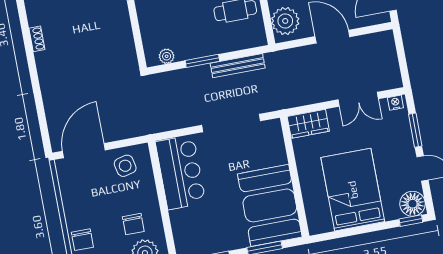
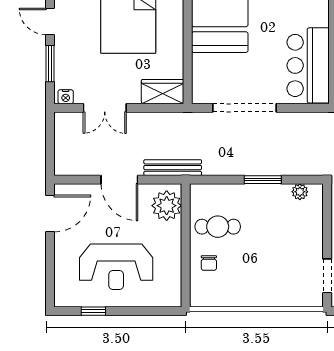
bench: (238, 66) -> (173, 168), moved
double door: (358, 99) -> (105, 108), swing flipped

